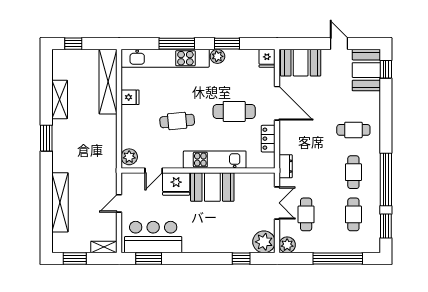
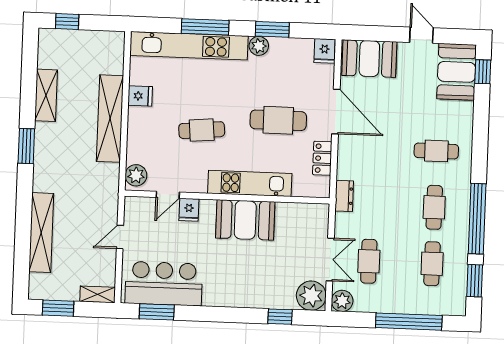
shelving: (108, 82) -> (110, 119), moved
fridge: (176, 184) -> (189, 210), width x0.53, depth x0.75
double door: (277, 203) -> (330, 260), moved

